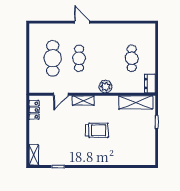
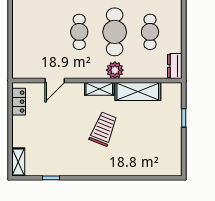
cafe table: (53, 58) -> (115, 32), moved
shelving: (83, 101) -> (99, 89), moved
shelving: (136, 102) -> (138, 91), moved
trolley: (97, 130) -> (103, 129), turned -68

